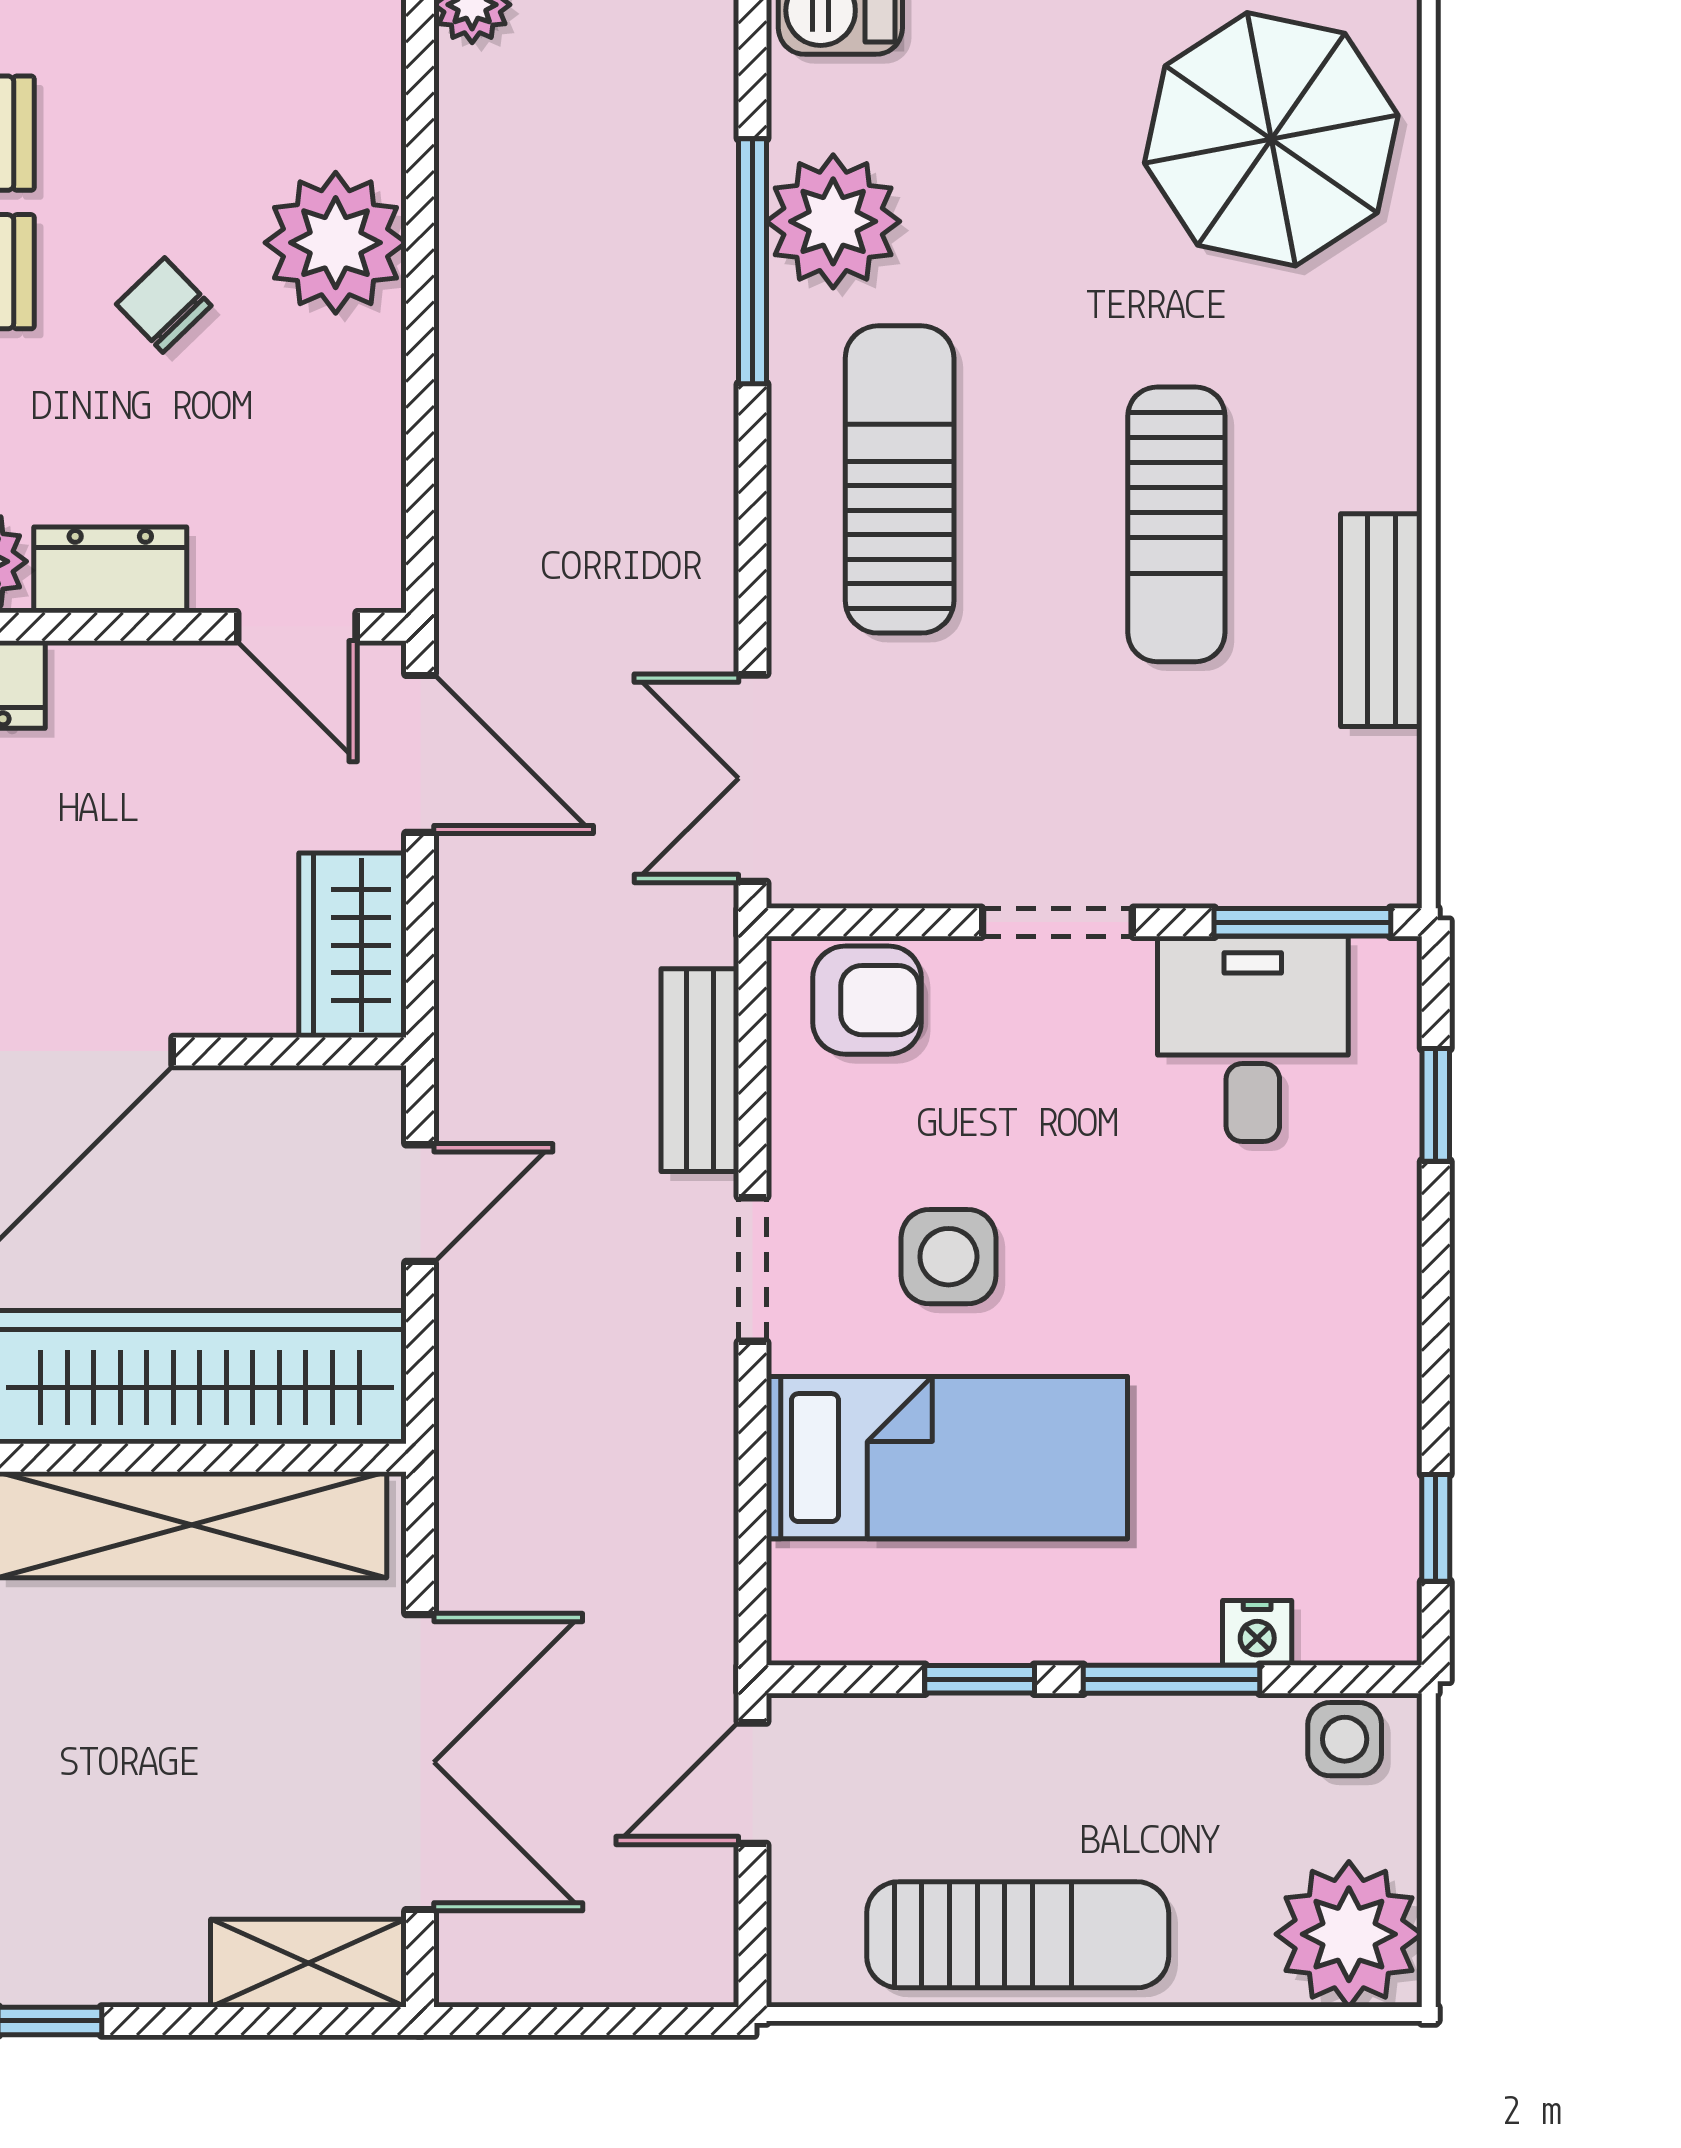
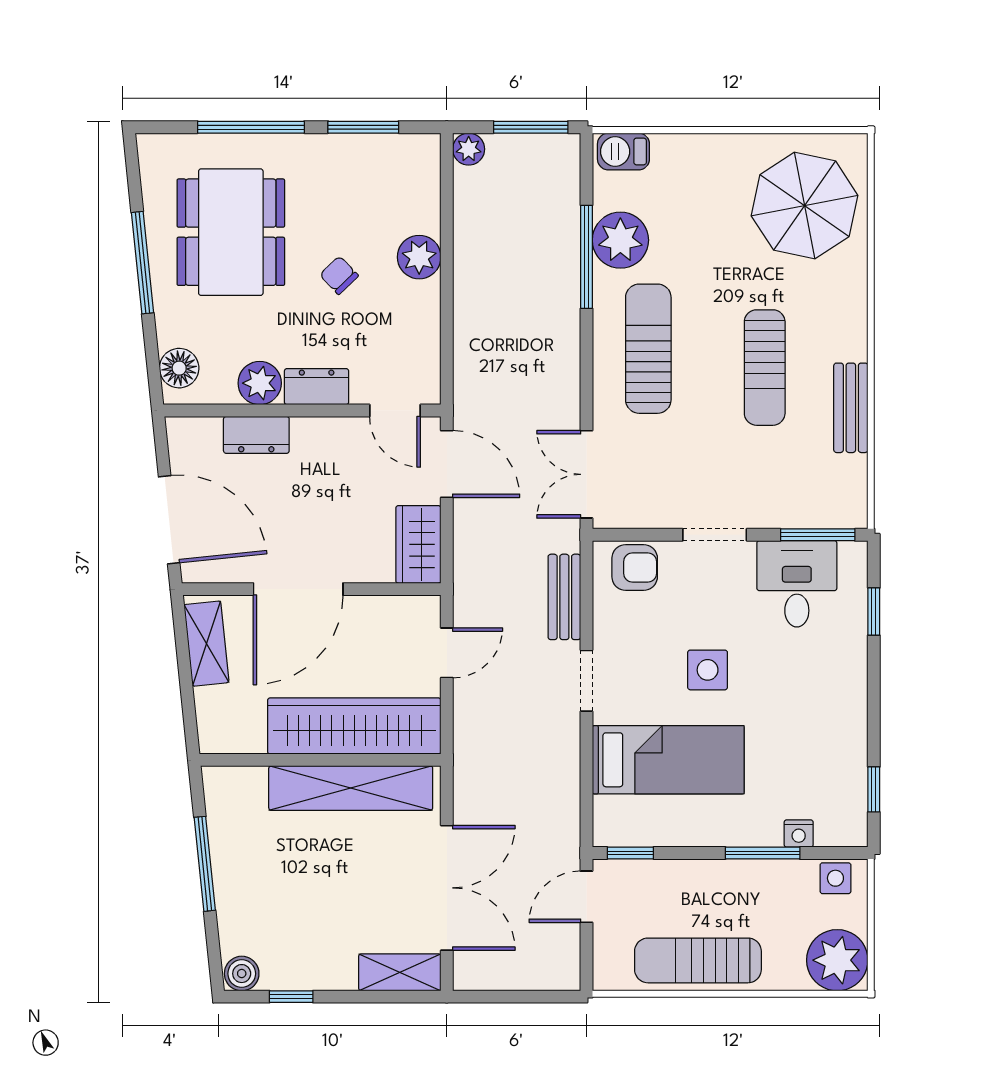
plant: (336, 243) -> (419, 257), width x0.73, depth x0.73
side table: (948, 1257) -> (708, 670), moved
window: (980, 1679) -> (630, 853), moved
sun lounger: (1018, 1935) -> (698, 960), turned 180

